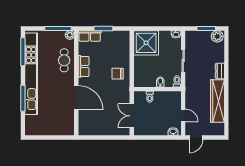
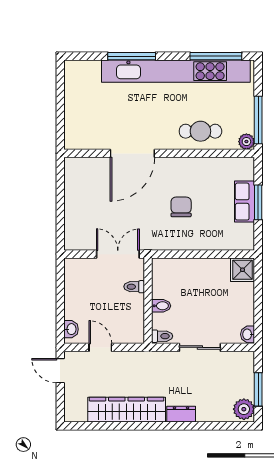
row of seats: (90, 36) -> (245, 202), moved
shower: (146, 43) -> (242, 270), width x0.54, depth x0.54
row of seats: (84, 66) -> (189, 167), removed
chair: (118, 74) -> (181, 207), moved
door: (183, 115) -> (100, 347), swing flipped
double door: (132, 116) -> (118, 254), moved

